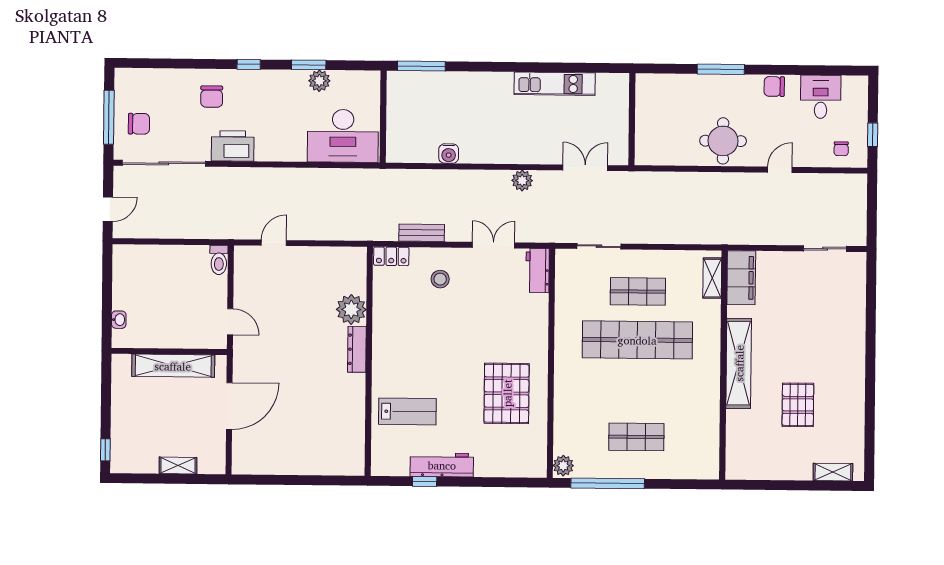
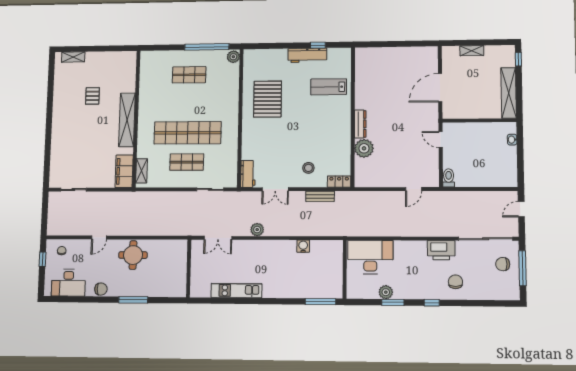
desk: (821, 97) -> (68, 283), width x1.37
shelving: (173, 366) -> (509, 93), moved, turned 90
pallet: (798, 405) -> (92, 96), width x0.67, depth x0.71

